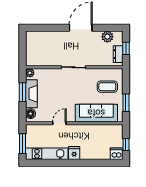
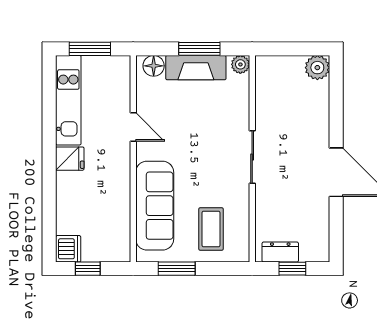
plant: (107, 37) -> (317, 68), moved

